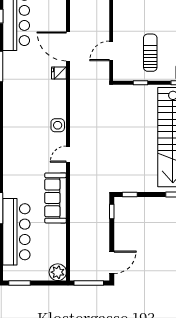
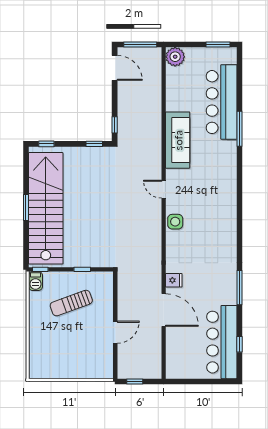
door: (111, 51) -> (115, 332), moved
sun lounger: (150, 53) -> (71, 303), turned 70
door: (68, 154) -> (164, 189), swing flipped
door: (112, 262) -> (115, 68), swing flipped

